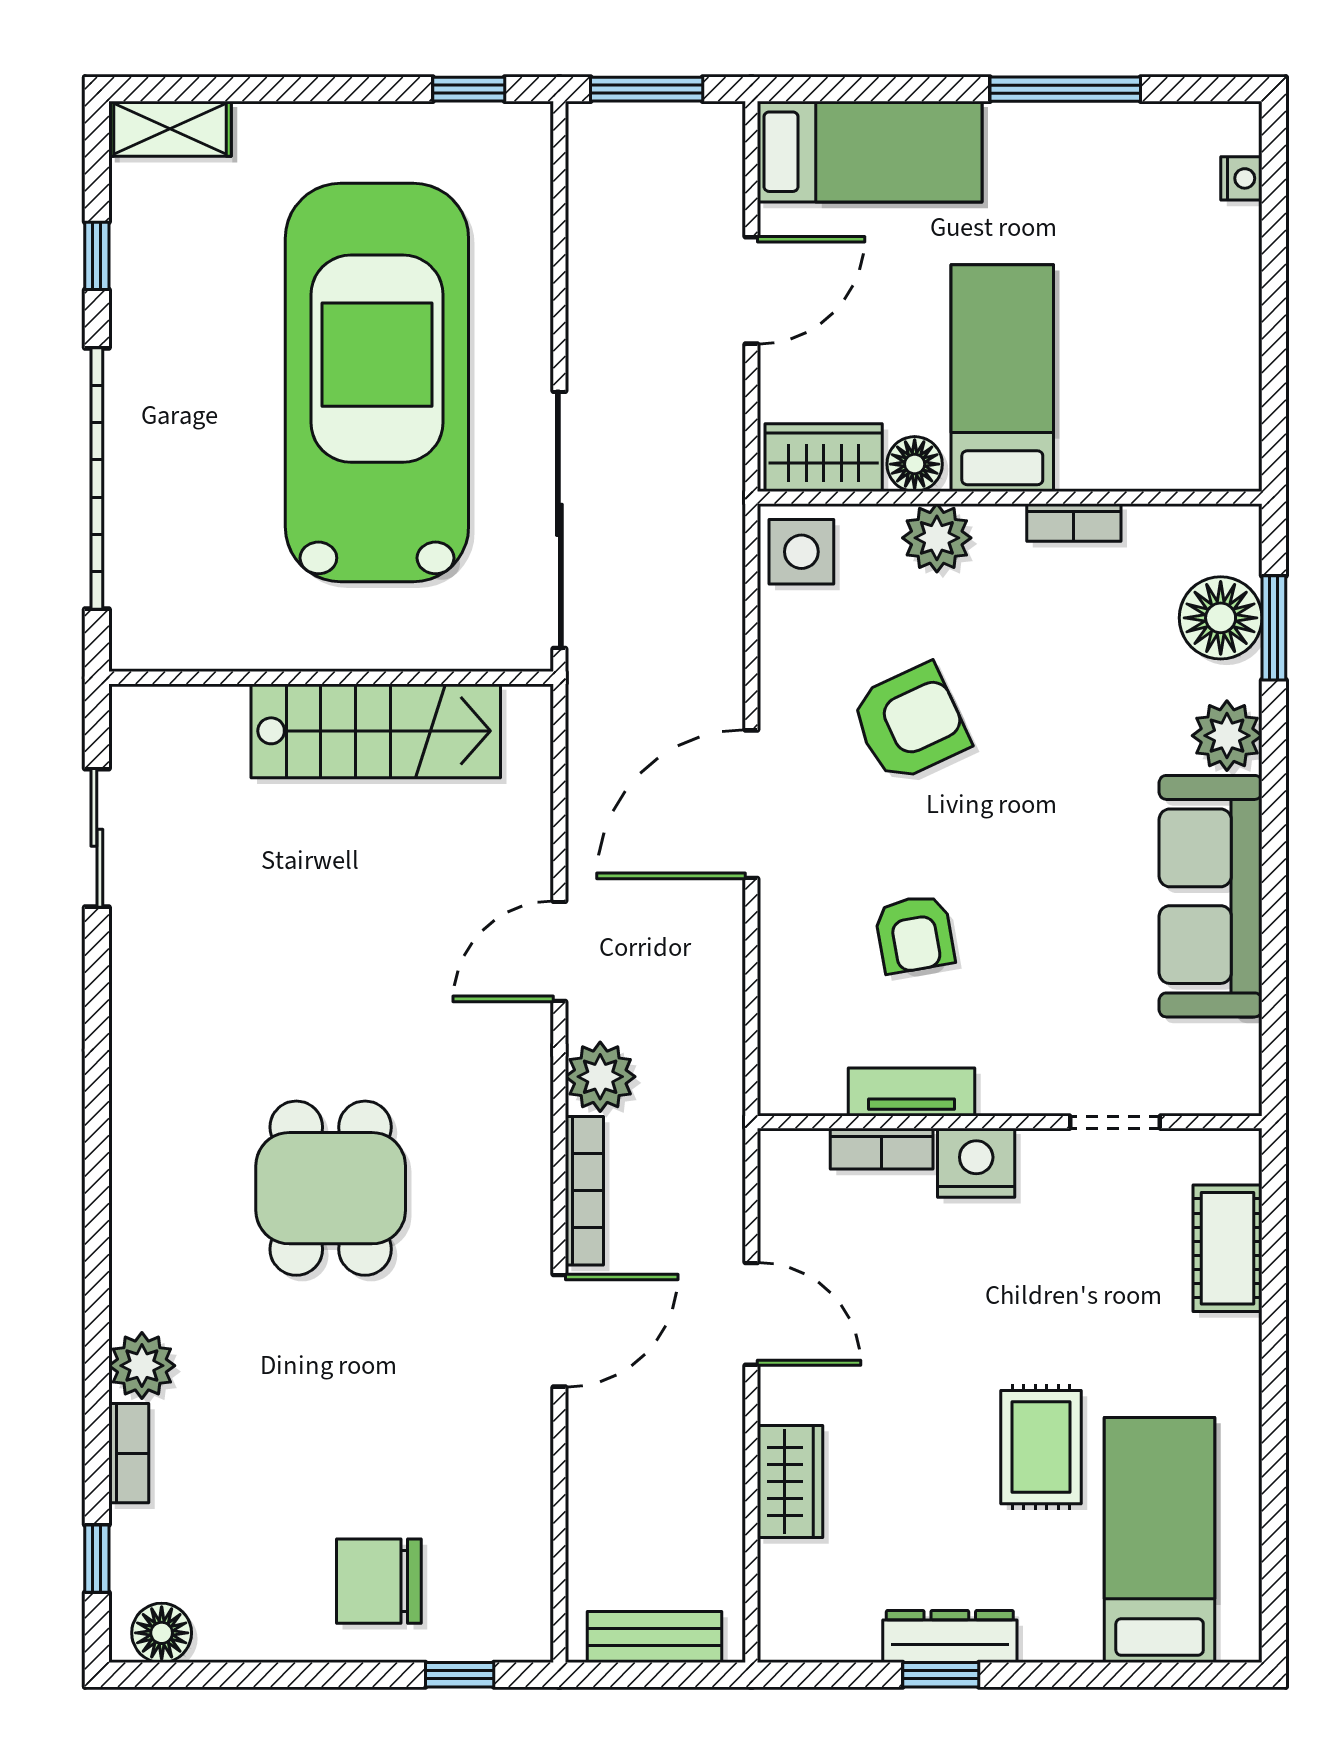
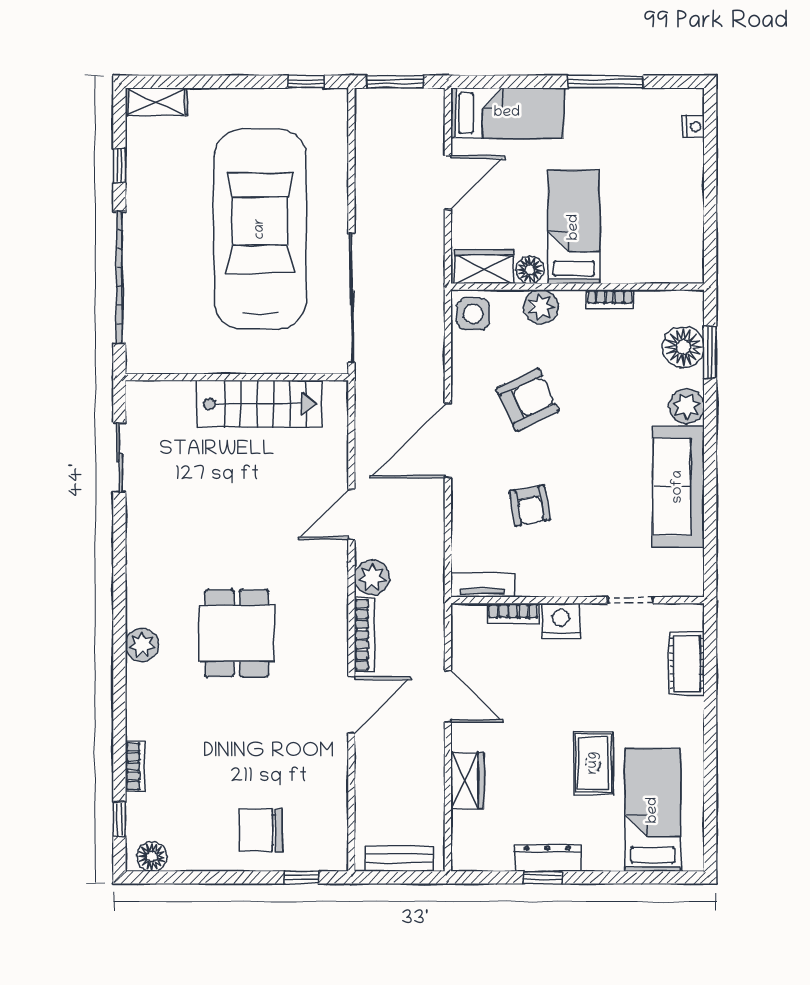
tv unit: (912, 1092) -> (483, 585), moved
plant: (142, 1366) -> (142, 645), moved

